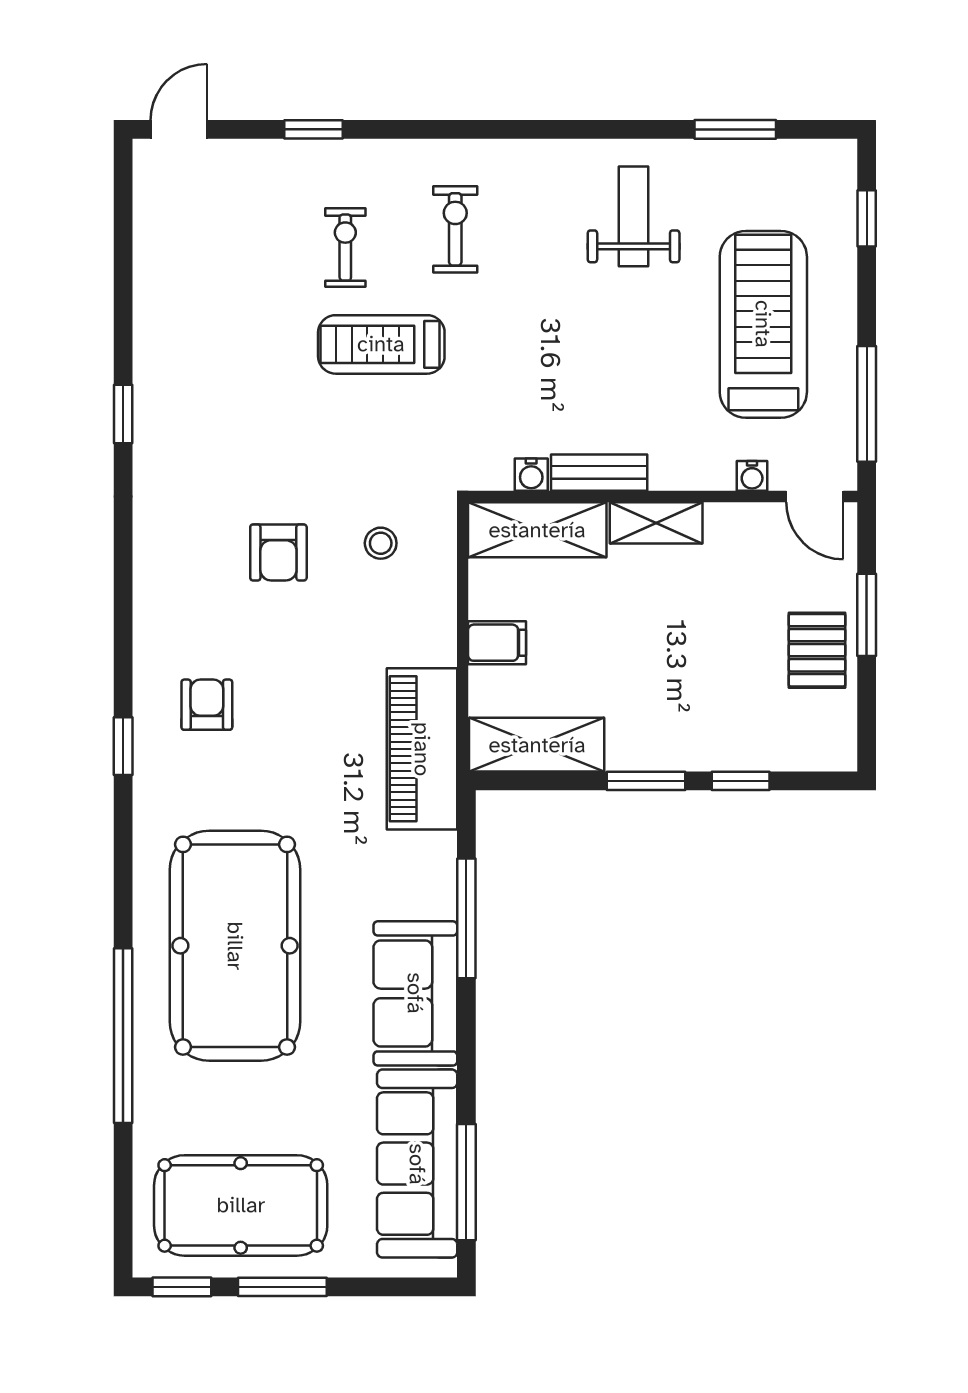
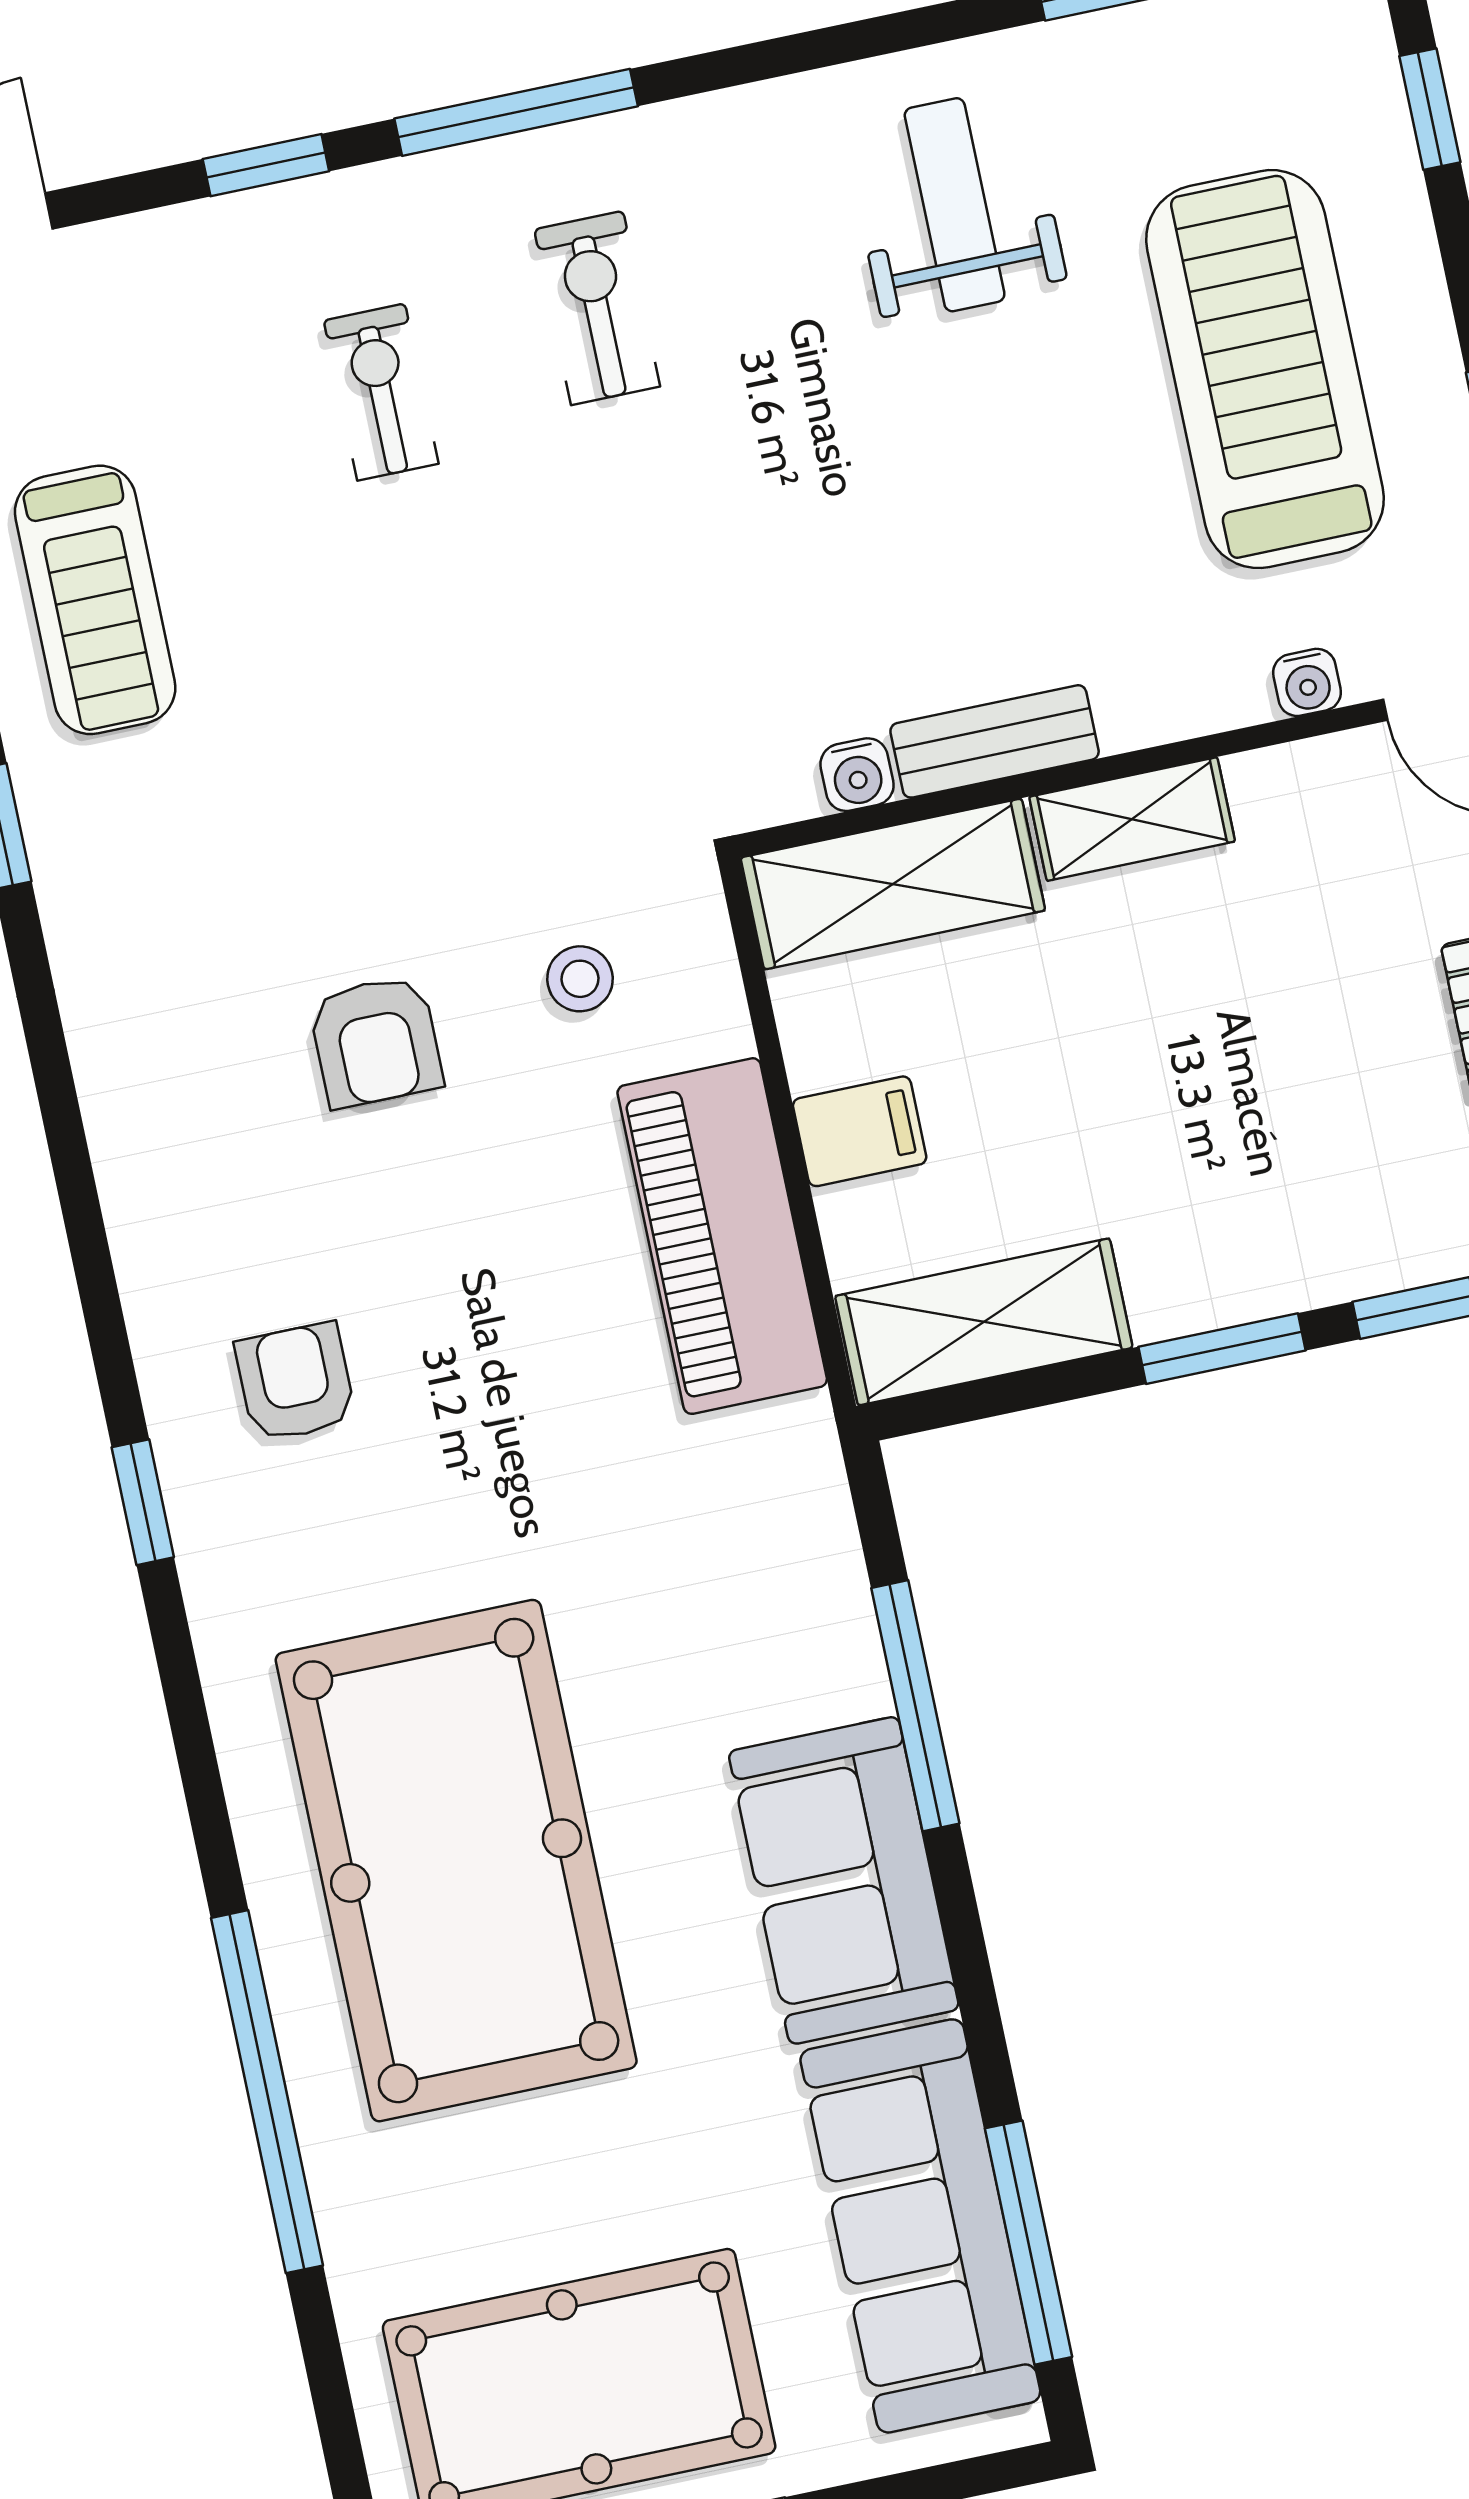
window: (436, 129) -> (516, 112), added
treadmill: (381, 344) -> (95, 600), moved, turned -90
piano: (422, 749) -> (722, 1236), moved

